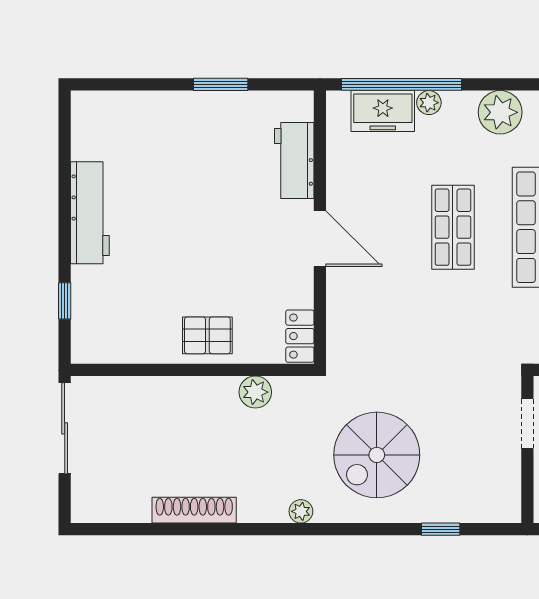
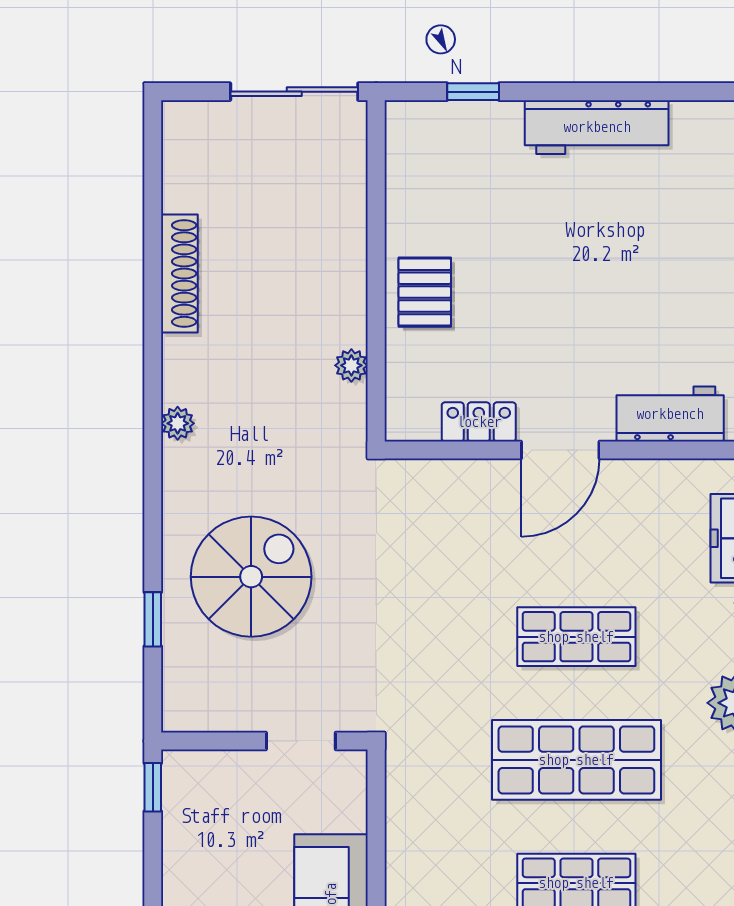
locker: (300, 336) -> (479, 422), moved
plant: (255, 392) -> (351, 365), width x0.73, depth x0.73
spiral stairs: (377, 455) -> (251, 577), moved, turned 90

